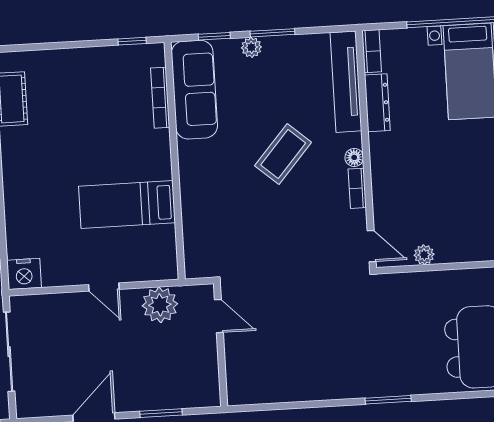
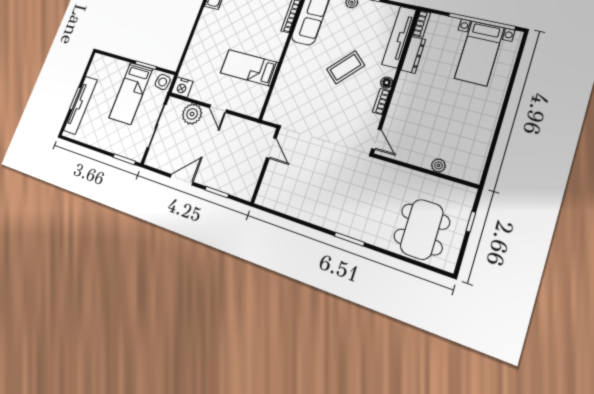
plant: (424, 255) -> (438, 165), moved
plant: (160, 305) -> (192, 114), moved

